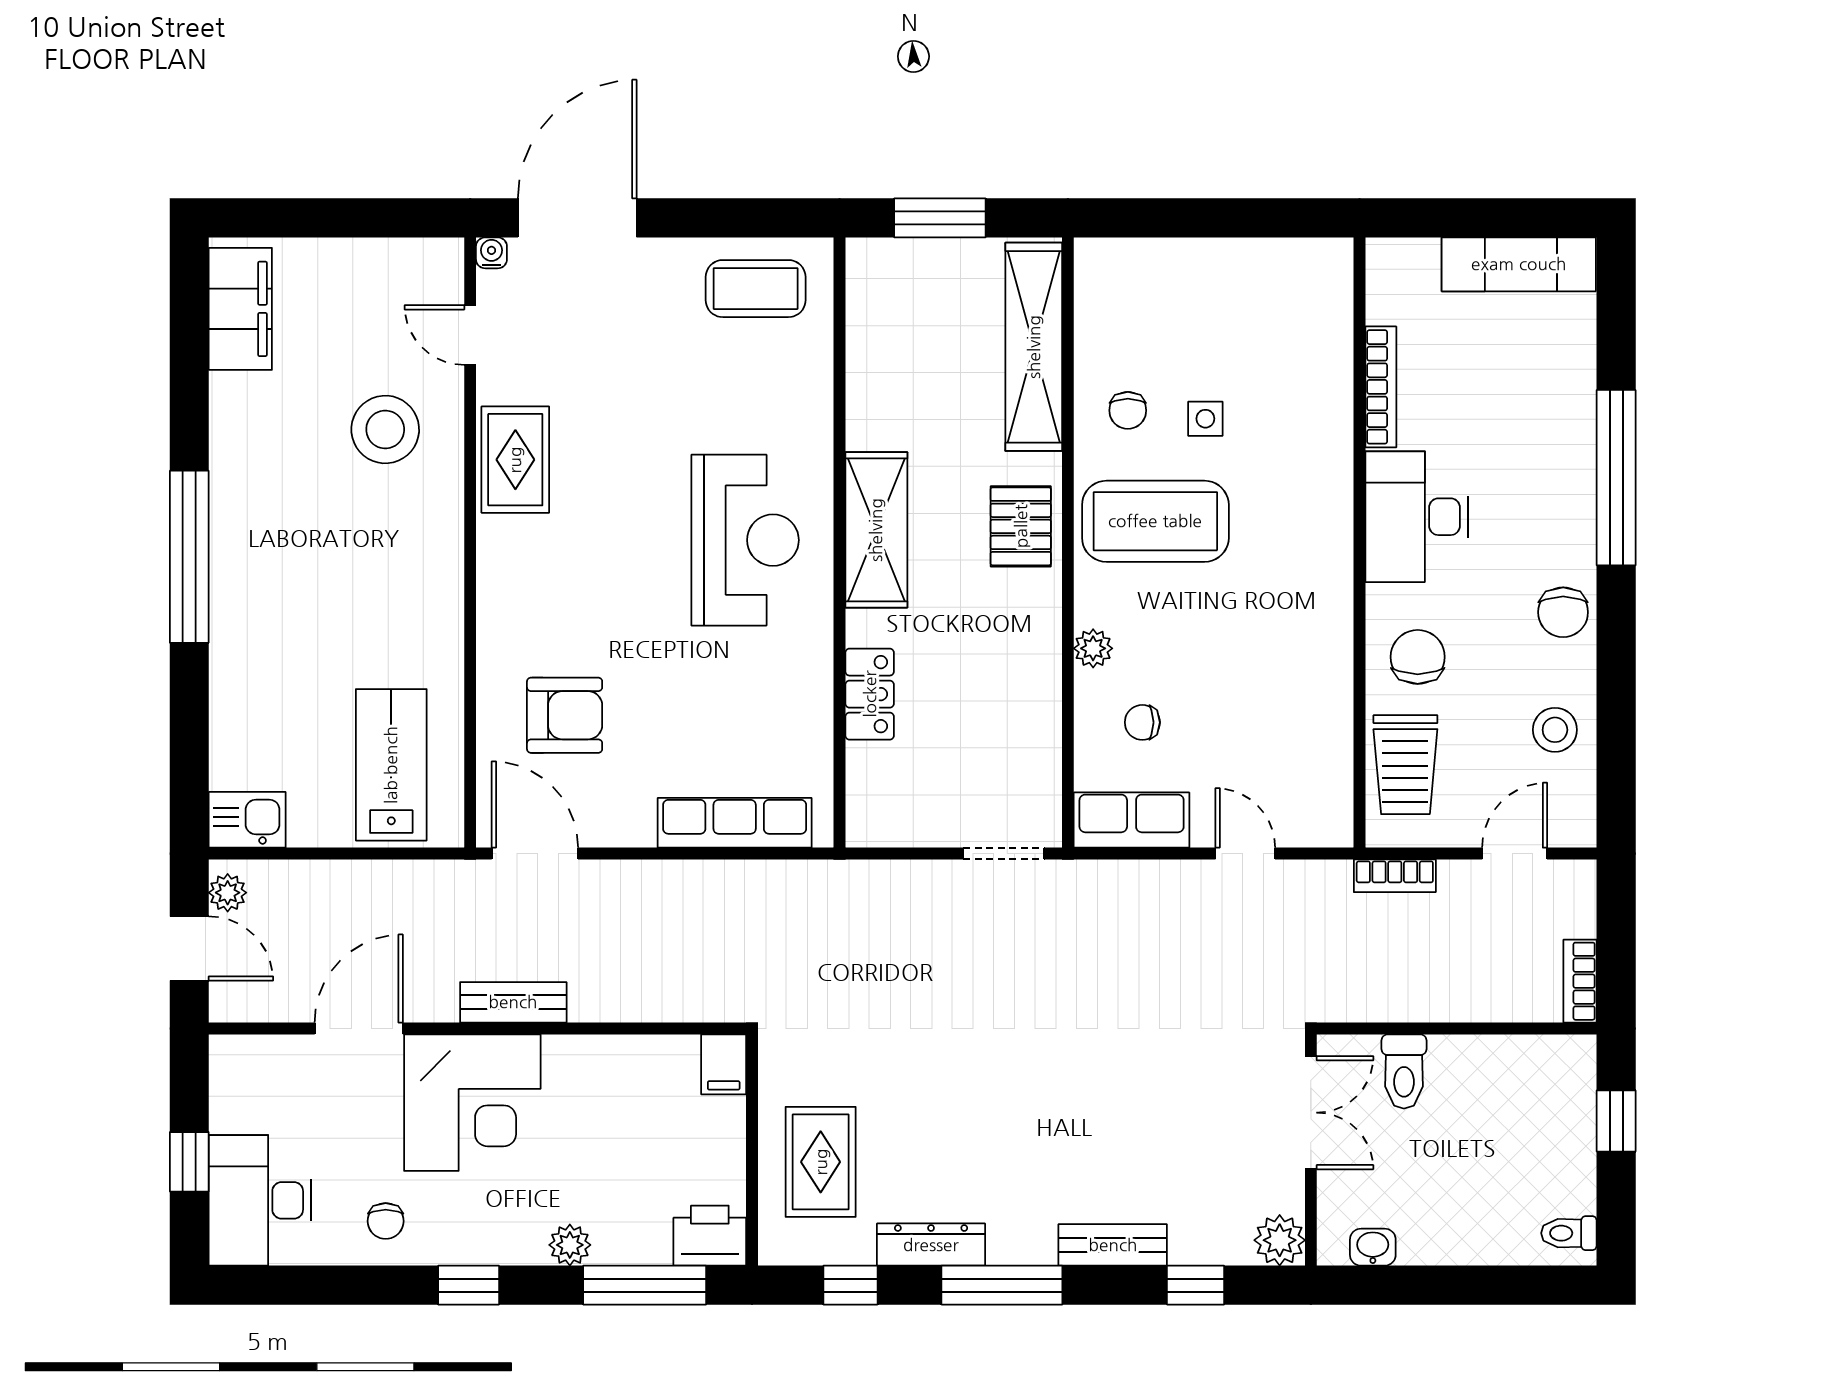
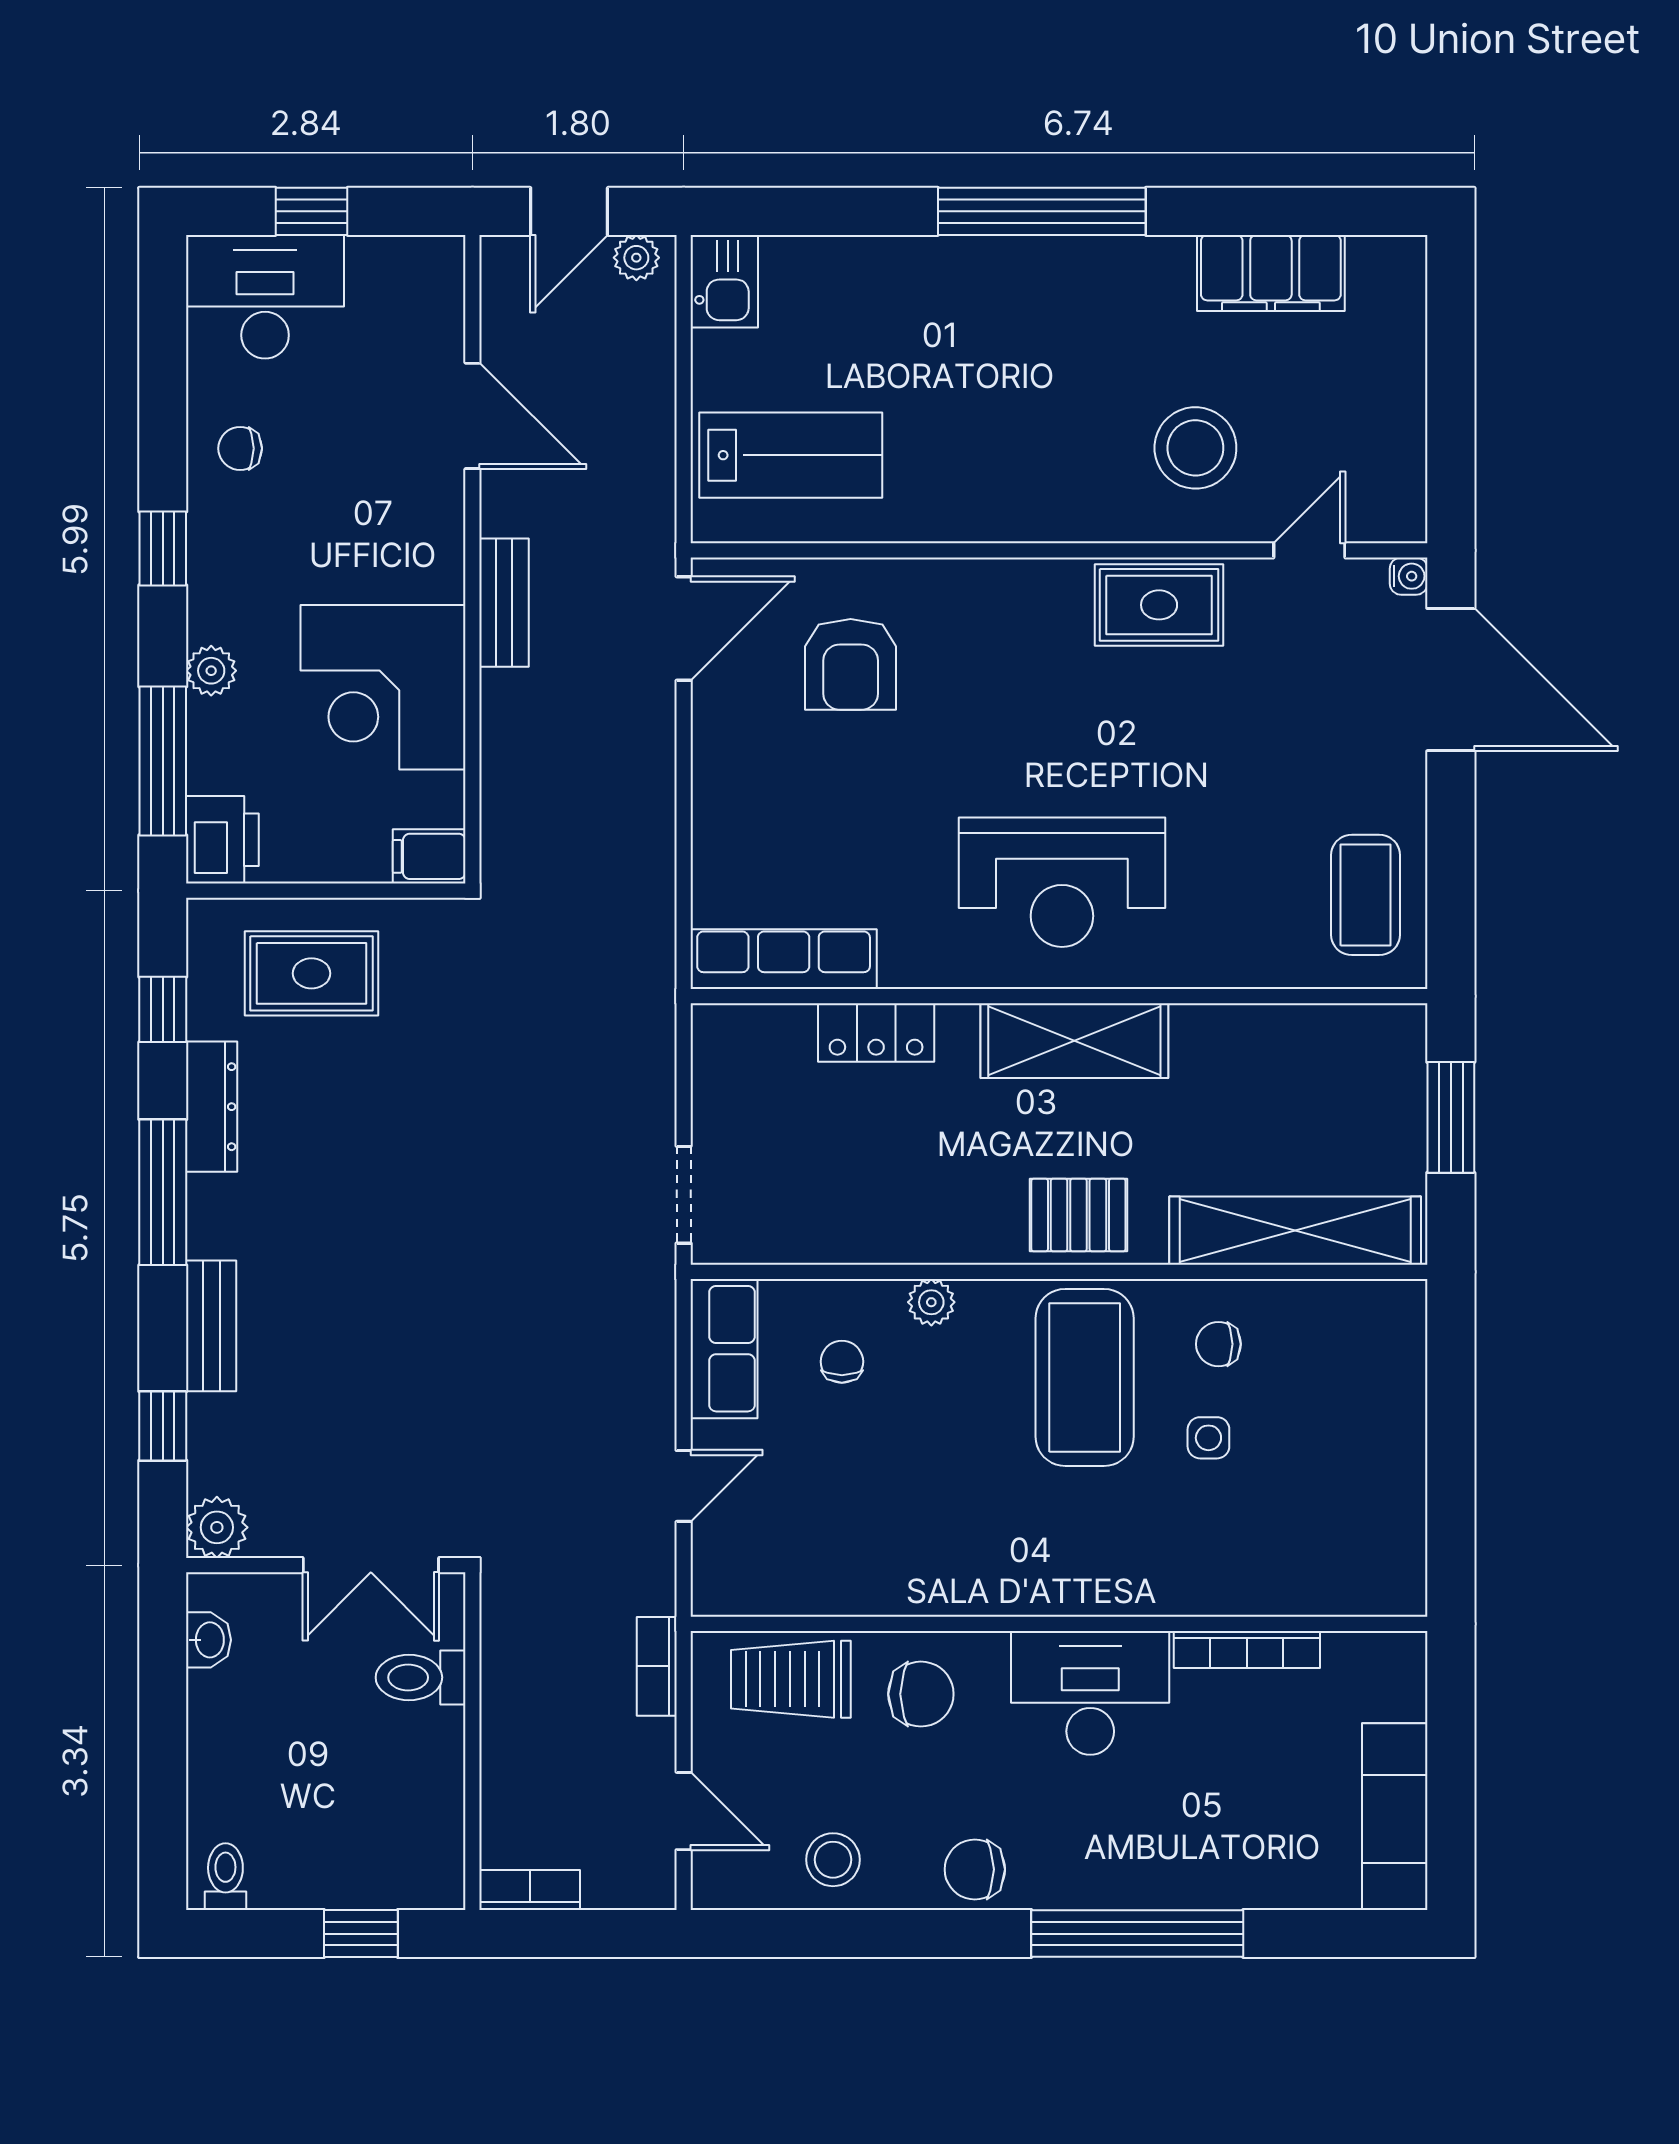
filing cabinet: (240, 309) -> (1271, 273), moved
row of seats: (735, 823) -> (784, 959), moved, turned -90
corner desk: (472, 1103) -> (383, 687), moved

